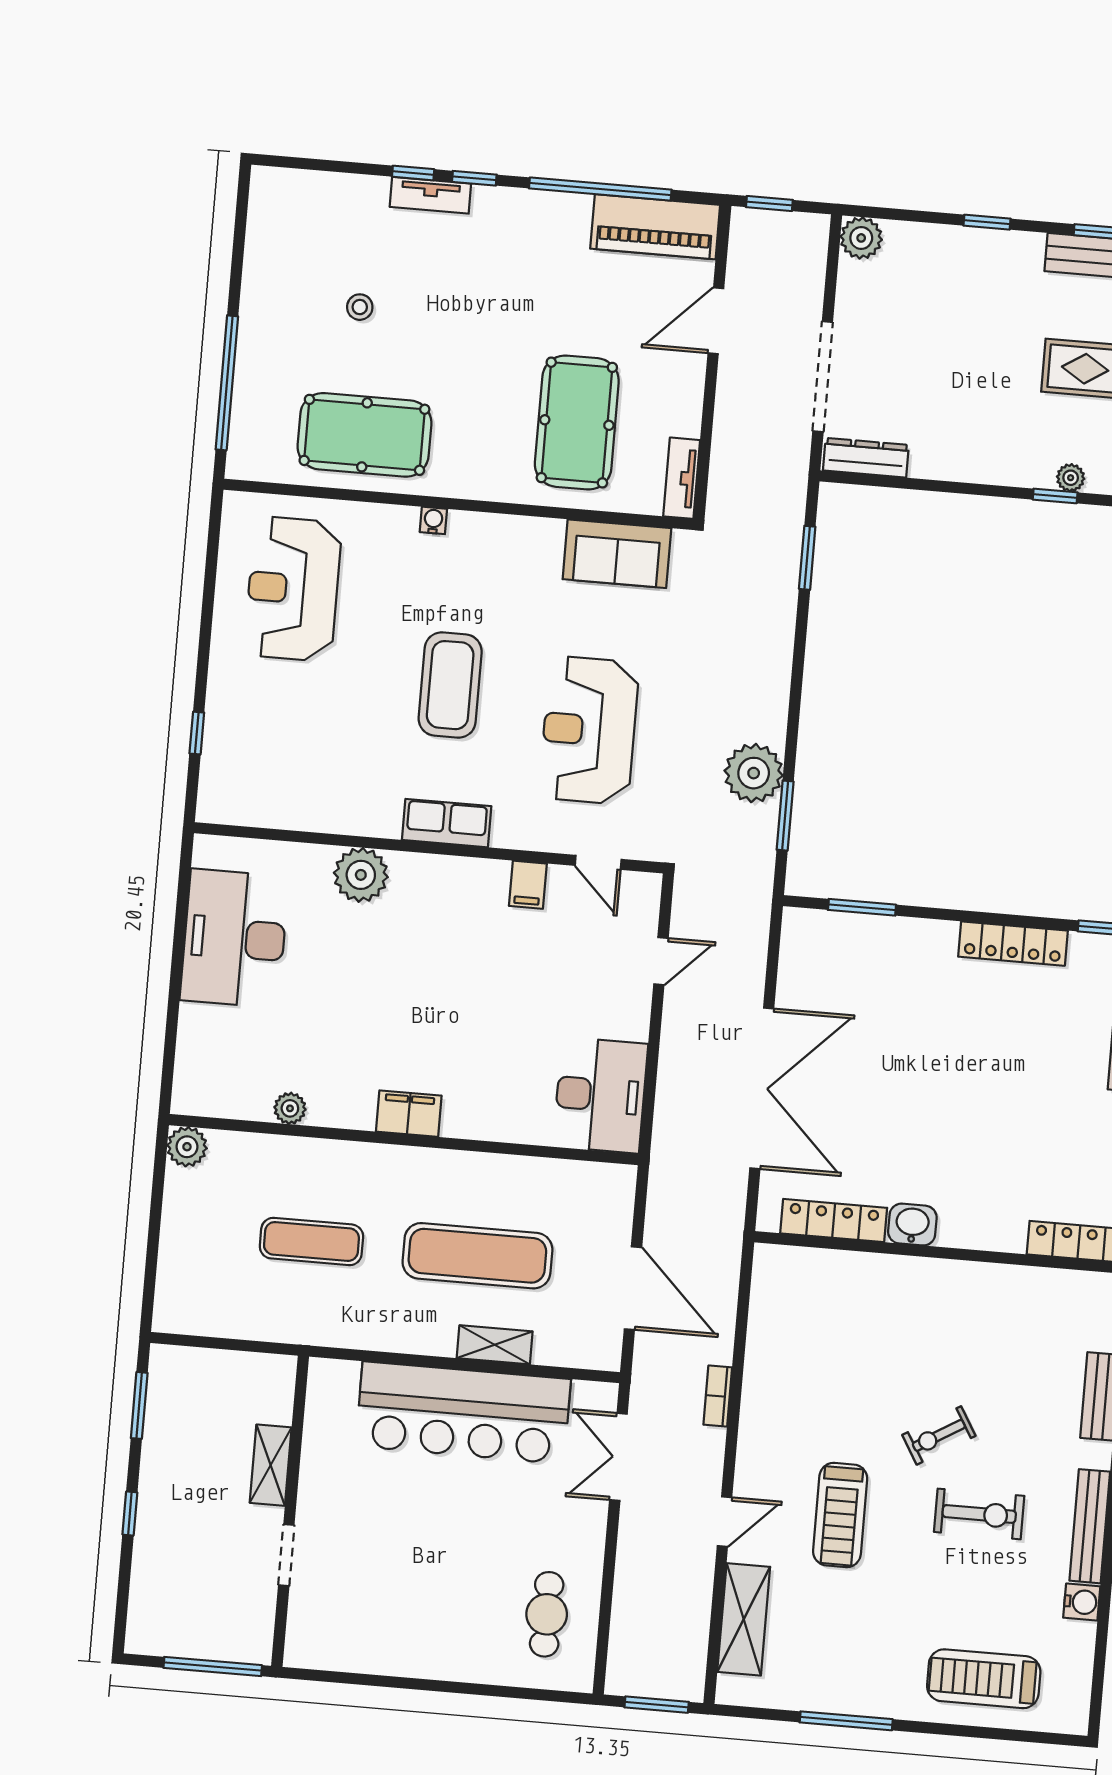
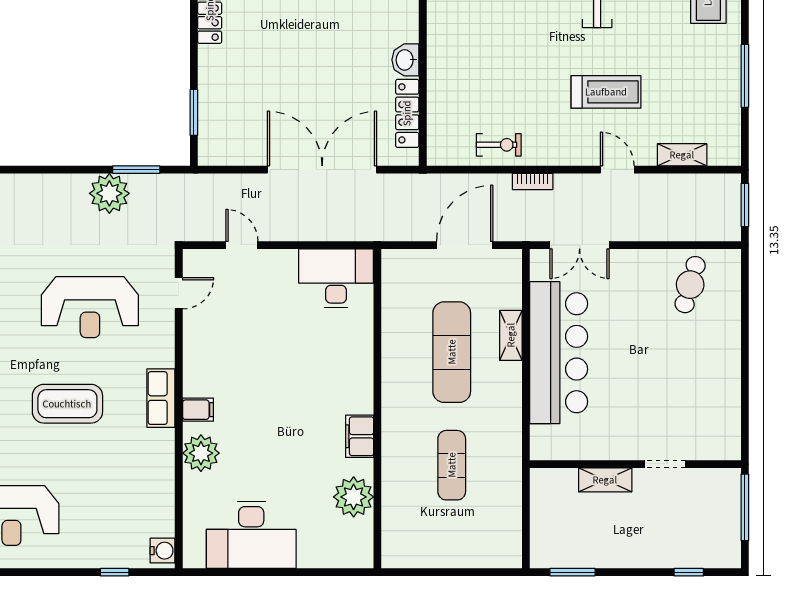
water cooler: (222, 806) -> (163, 551), added
filing cabinet: (528, 885) -> (198, 410), moved
plant: (290, 1108) -> (354, 497), width x1.88, depth x1.88
filing cabinet: (409, 1114) -> (360, 436), moved
plant: (187, 1147) -> (395, 555), removed
exercise bike: (939, 1435) -> (499, 145), moved, turned -59
window: (130, 1513) -> (689, 572), moved
cafe table: (547, 1614) -> (690, 285), turned -74
shelving: (744, 1619) -> (682, 155), width x0.67, depth x0.75

